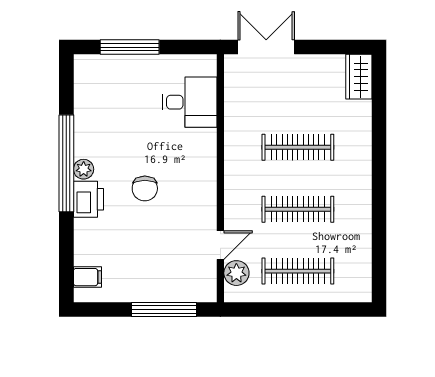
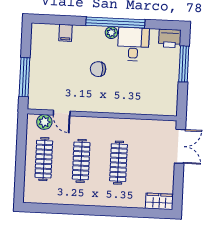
desk: (189, 102) -> (133, 44), moved, turned 180
printer: (89, 199) -> (170, 38), moved
filing cabinet: (87, 277) -> (66, 33), moved

